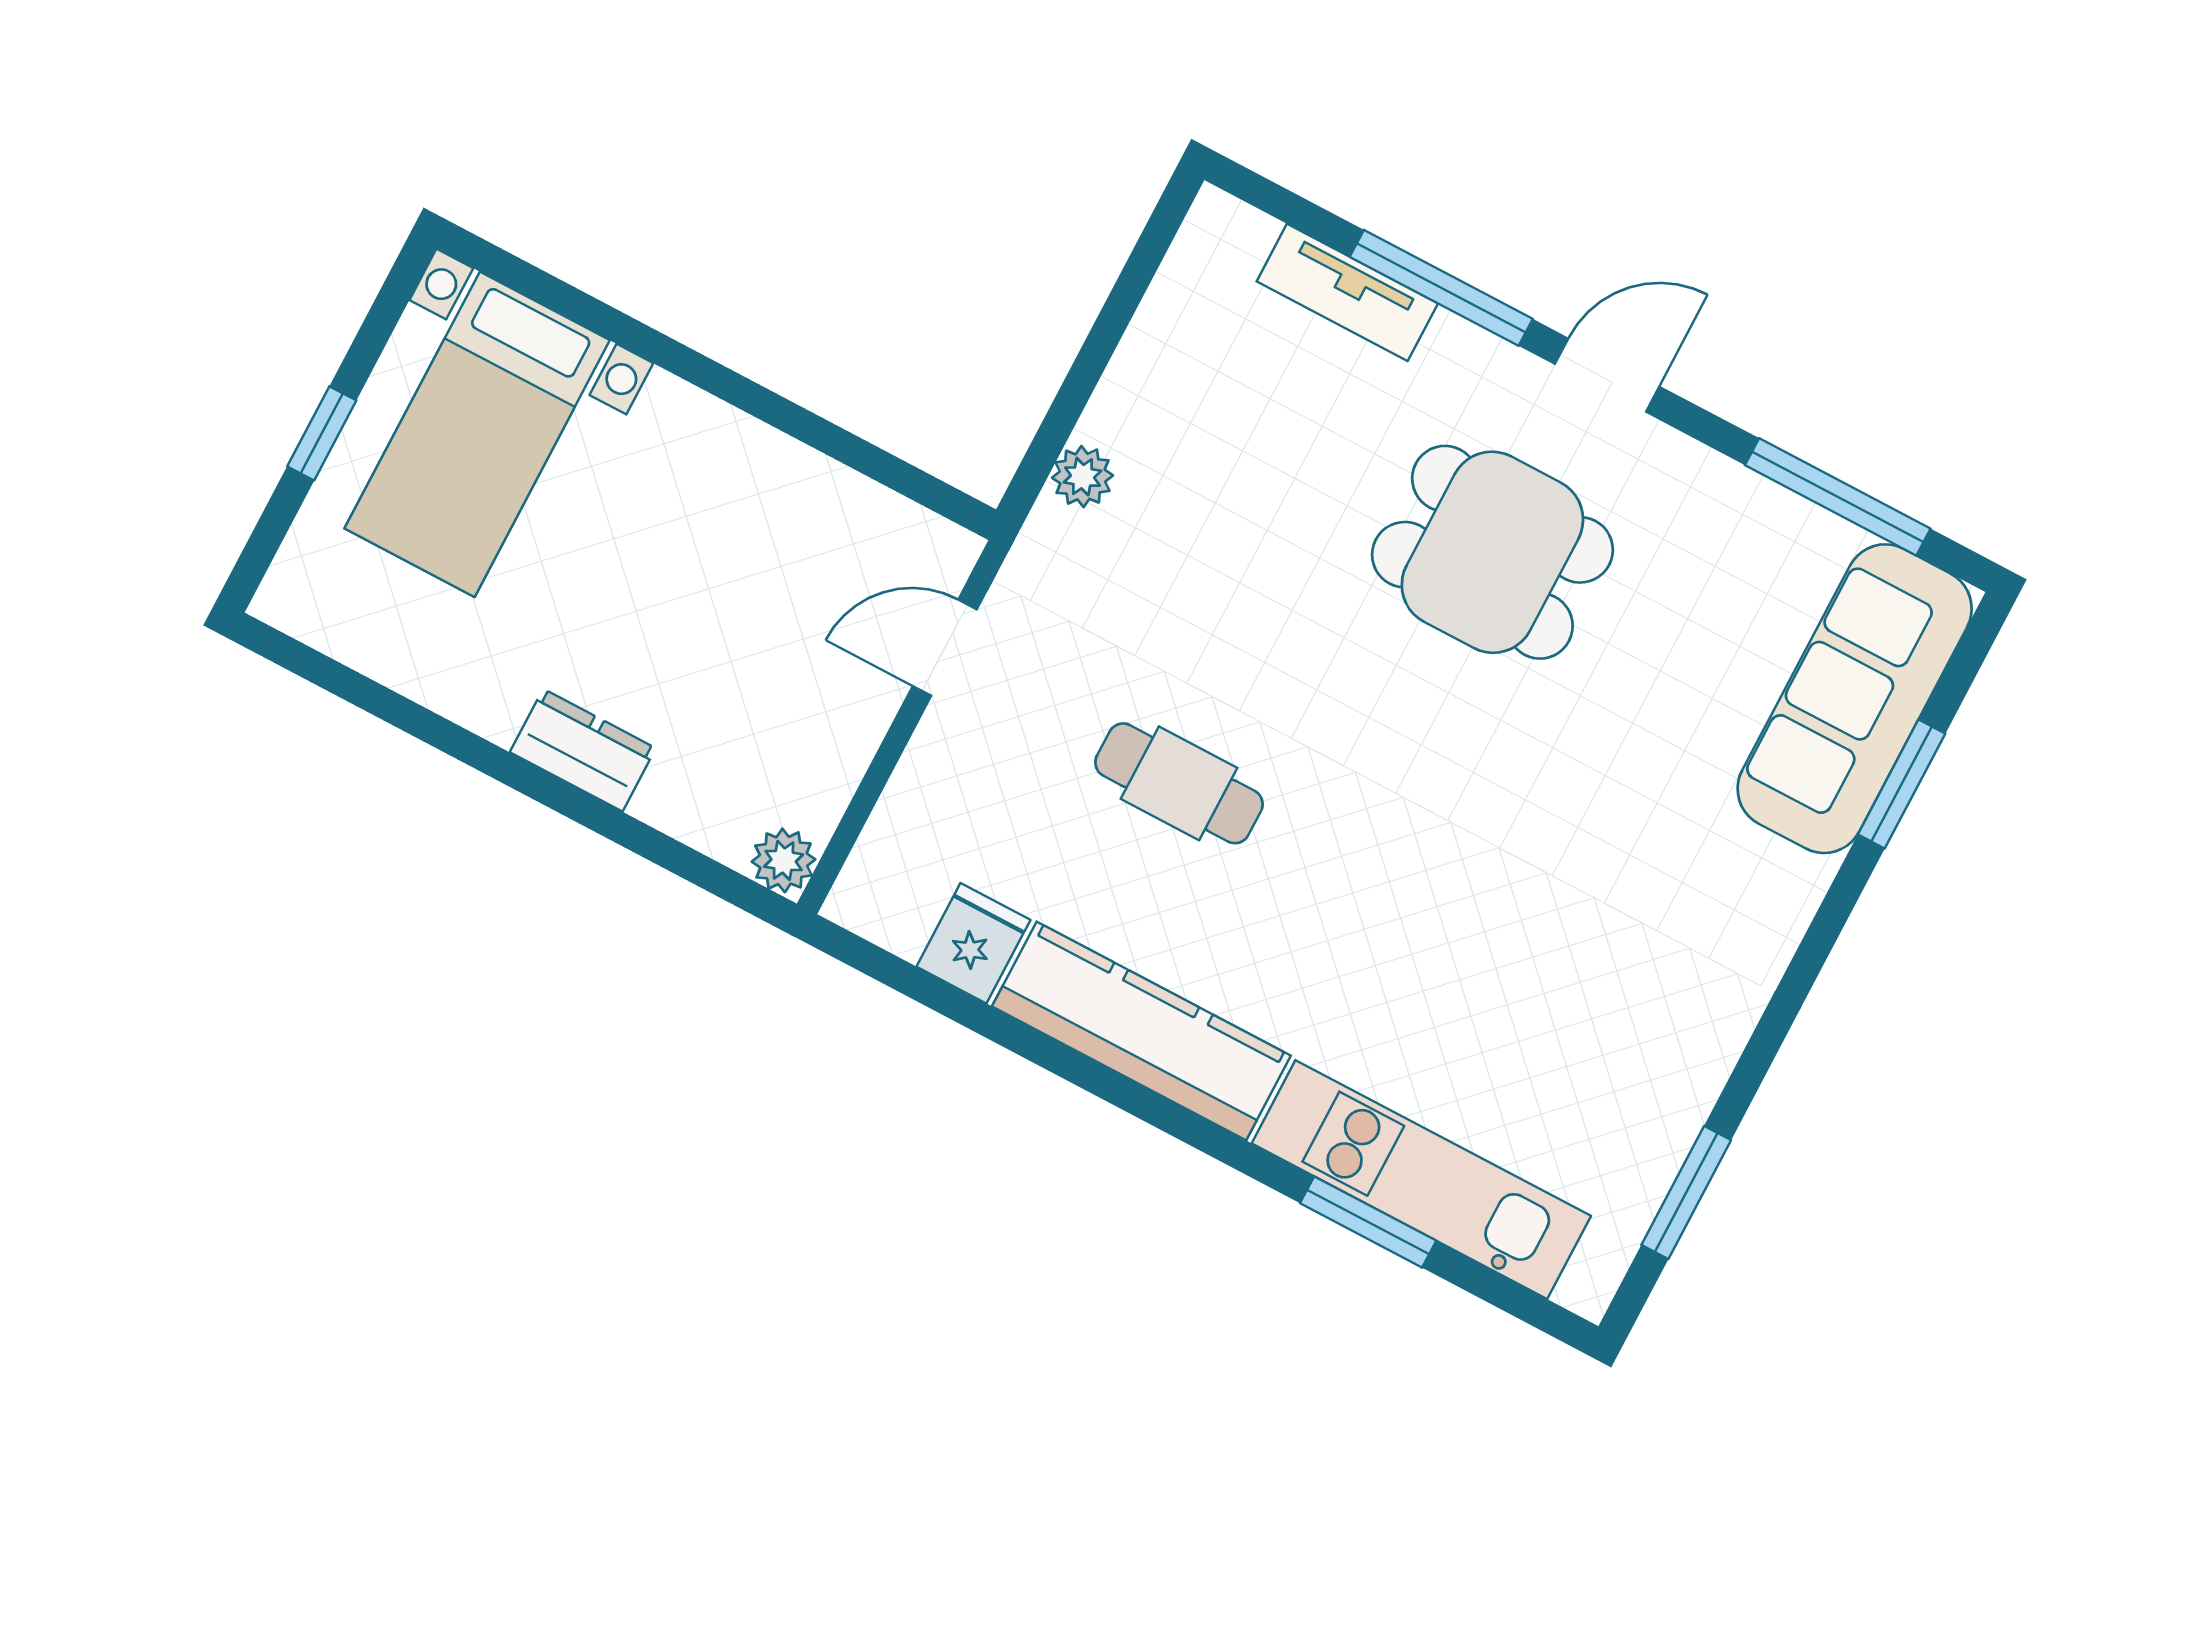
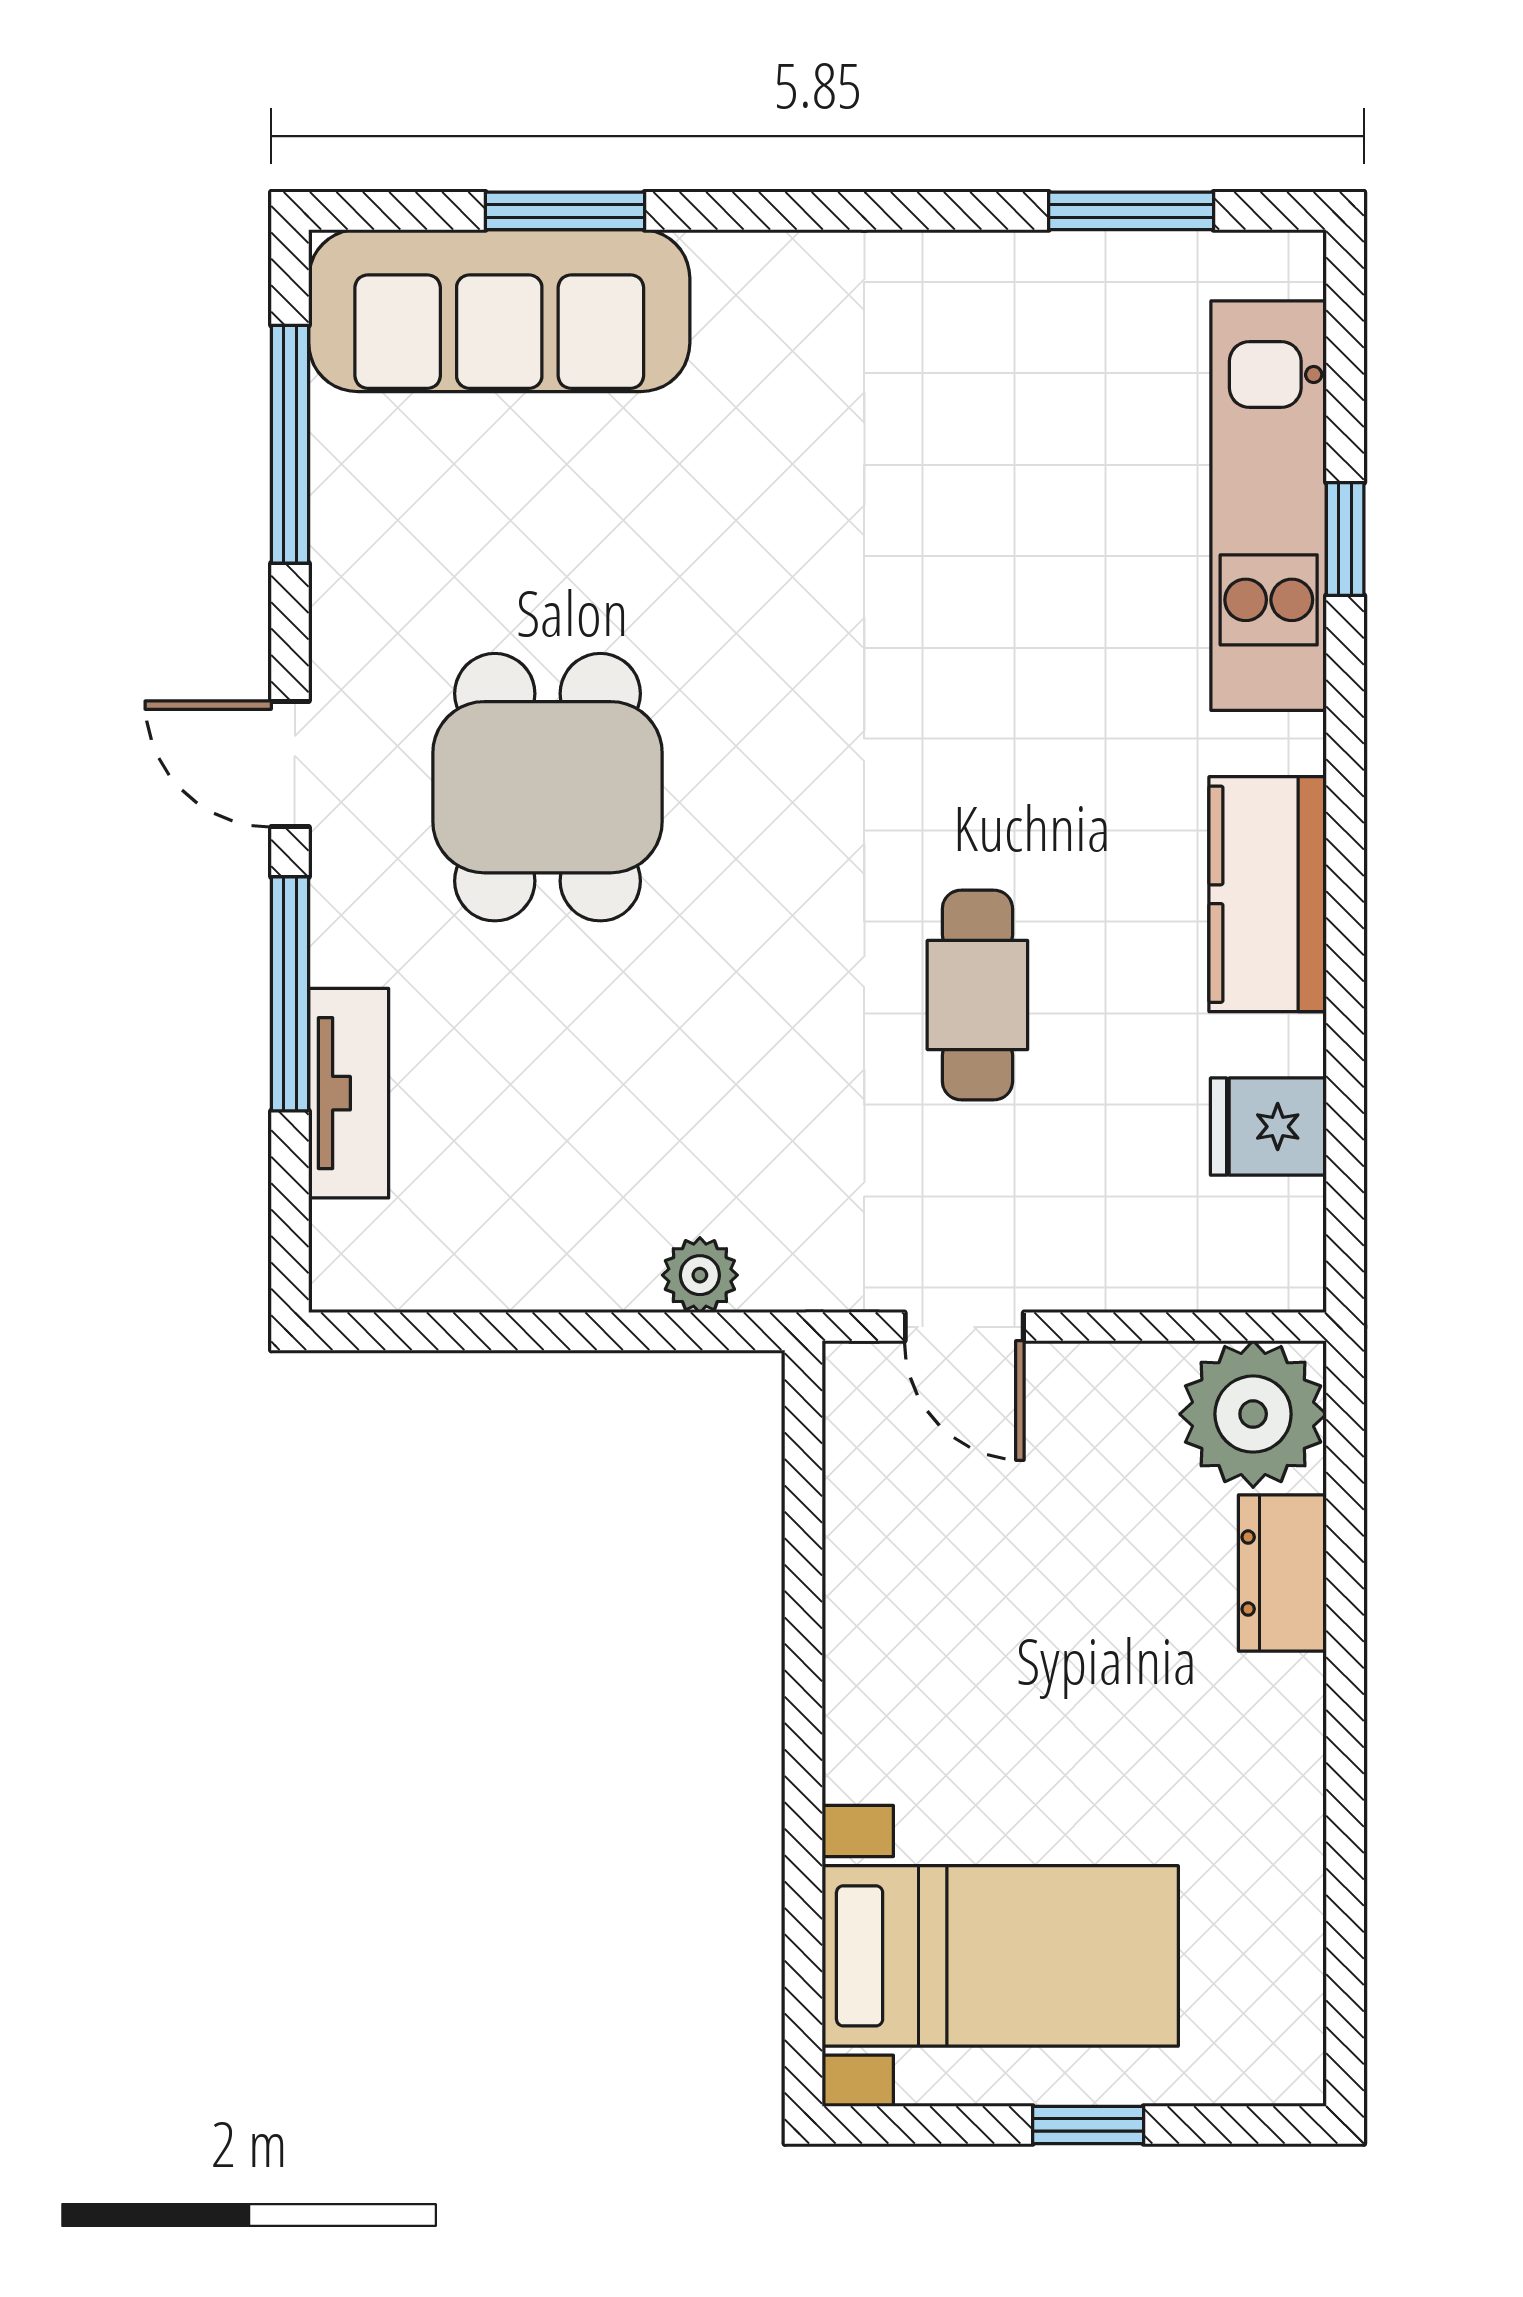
dresser: (583, 750) -> (1282, 1573), moved
plant: (784, 860) -> (1253, 1414), width x1.87, depth x1.87
kitchen counter: (1141, 1031) -> (1268, 894), width x0.67
window: (1368, 1222) -> (1345, 539), width x0.67

